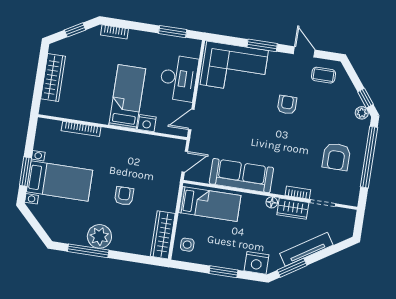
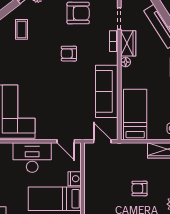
coffee table: (324, 75) -> (21, 29), moved
armchair: (287, 105) -> (69, 54), moved

